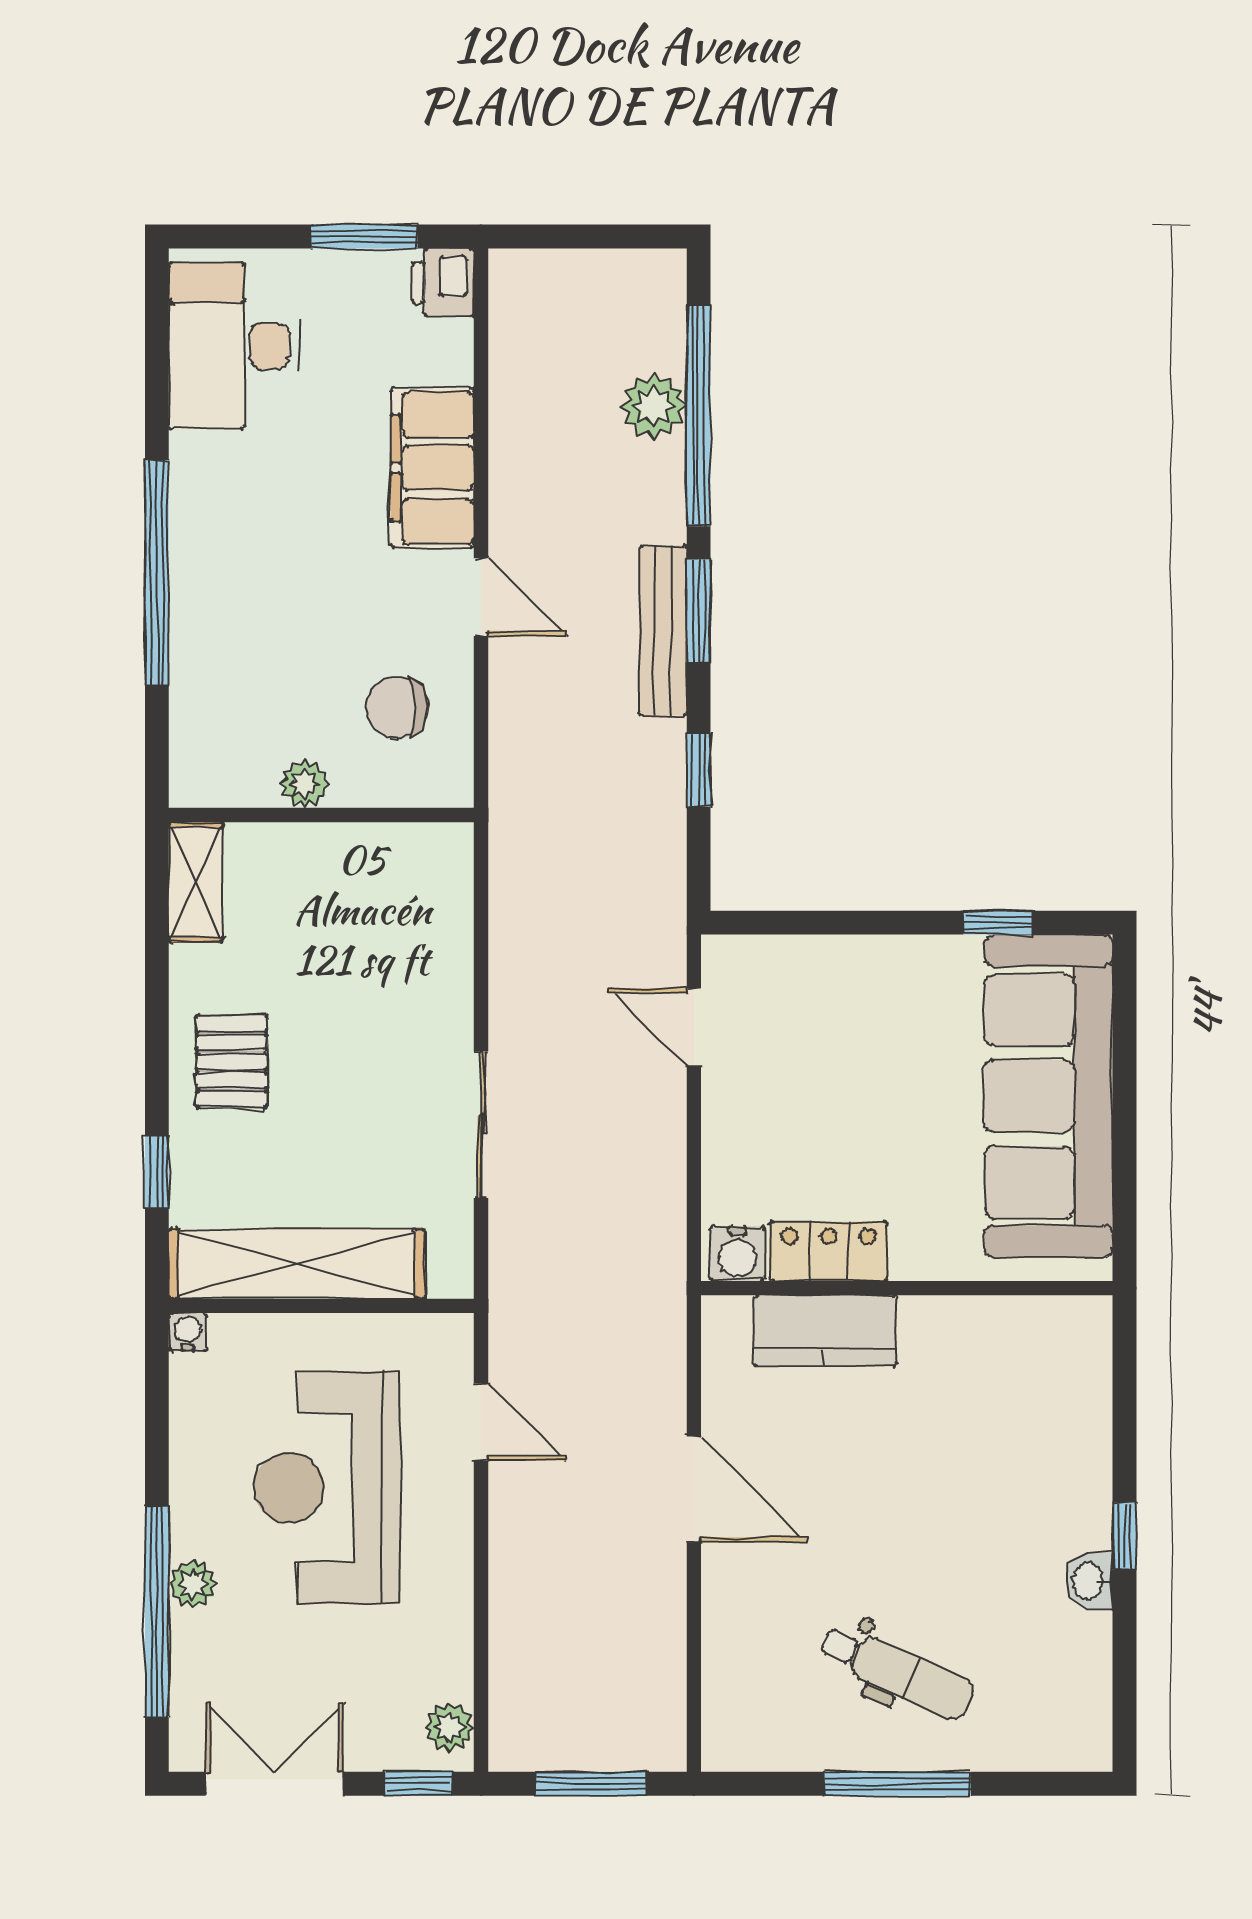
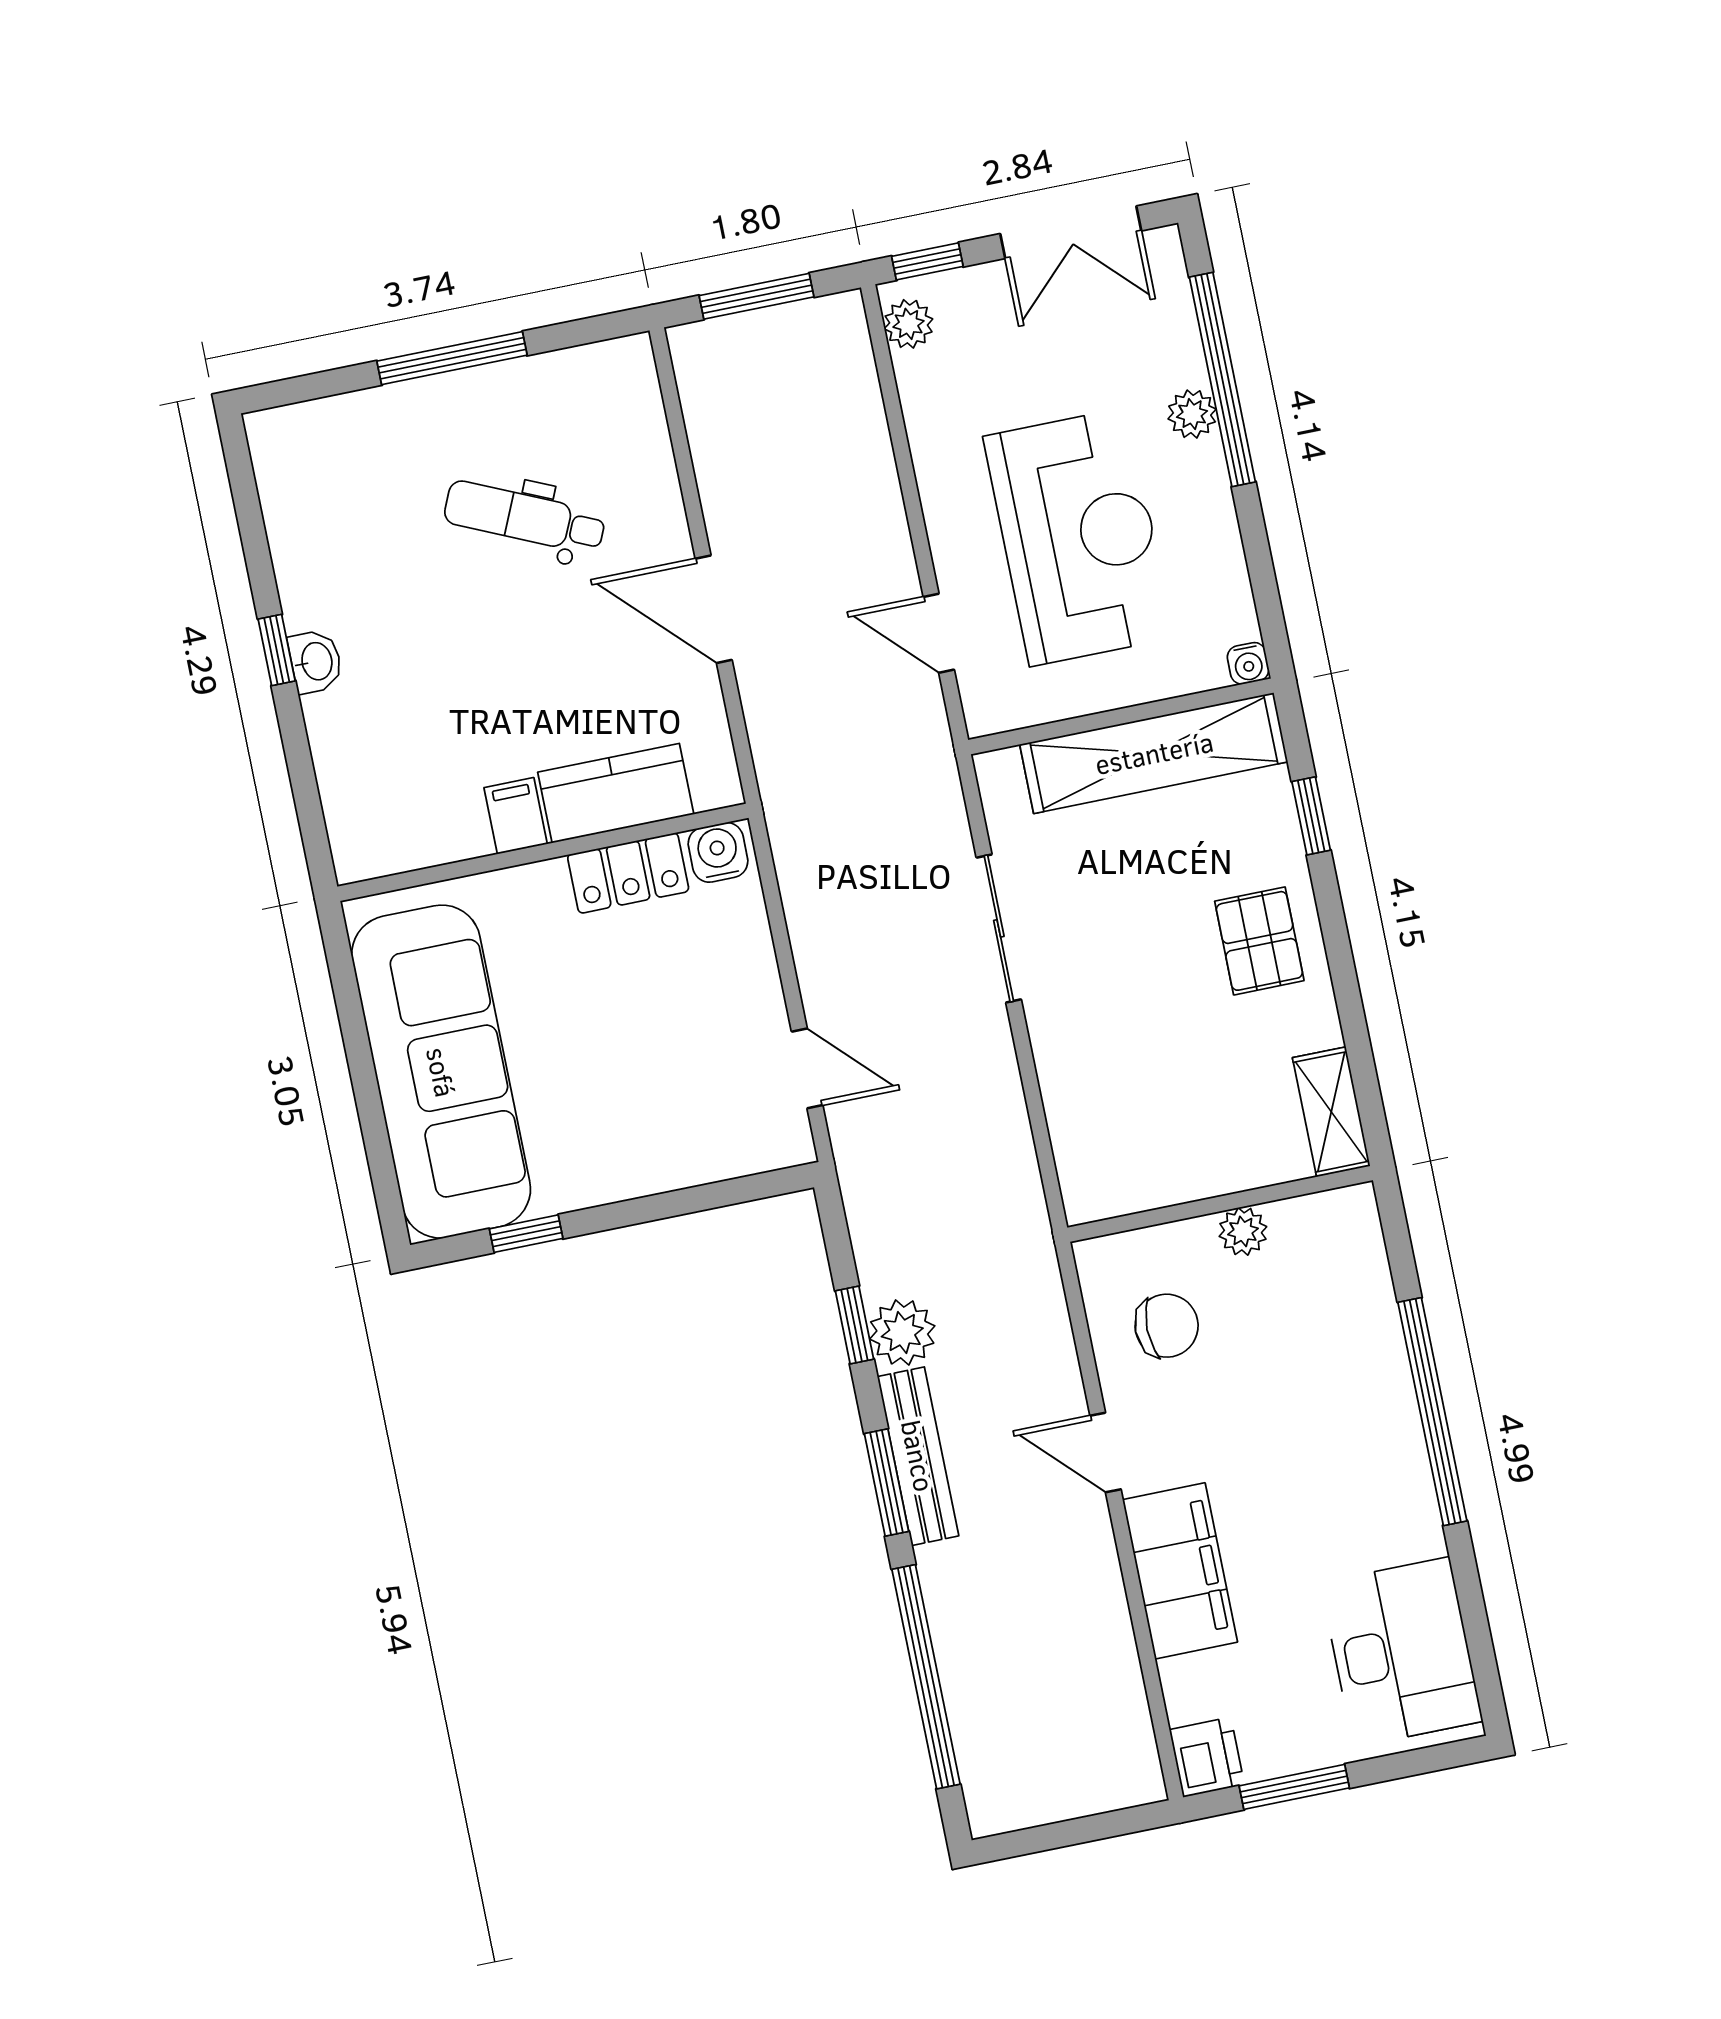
plant: (654, 406) -> (902, 1332), moved
filing cabinet: (926, 1329) -> (516, 816), added
washbasin: (1089, 1581) -> (316, 662), moved
dental chair: (897, 1672) -> (525, 517), moved

